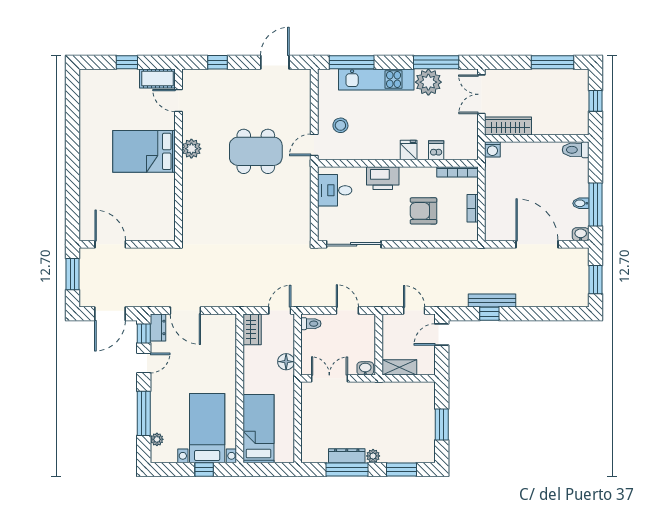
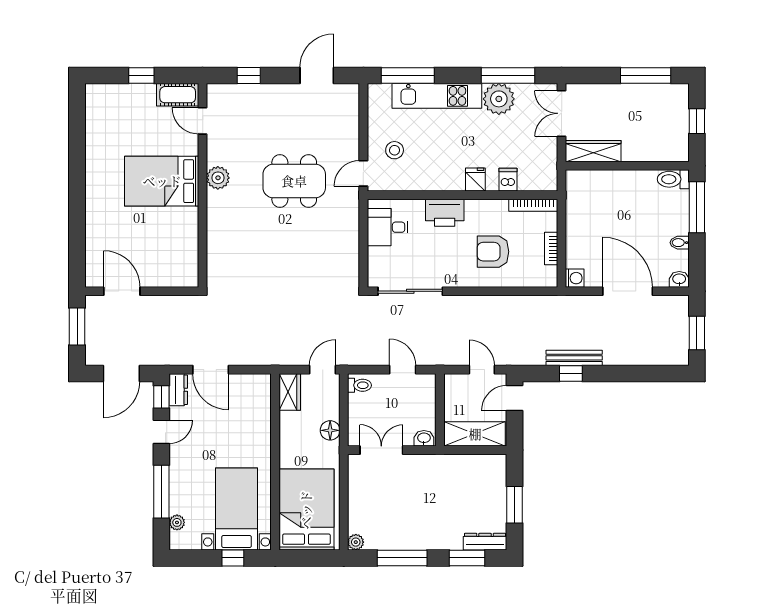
washing machine: (492, 149) -> (575, 278), moved, turned -90
window: (596, 204) -> (697, 207), moved
shelving: (399, 367) -> (475, 434), width x1.50, depth x1.33
bed: (258, 429) -> (306, 510), width x1.50
dresser: (347, 456) -> (485, 542), moved
plant: (373, 456) -> (356, 542), moved

